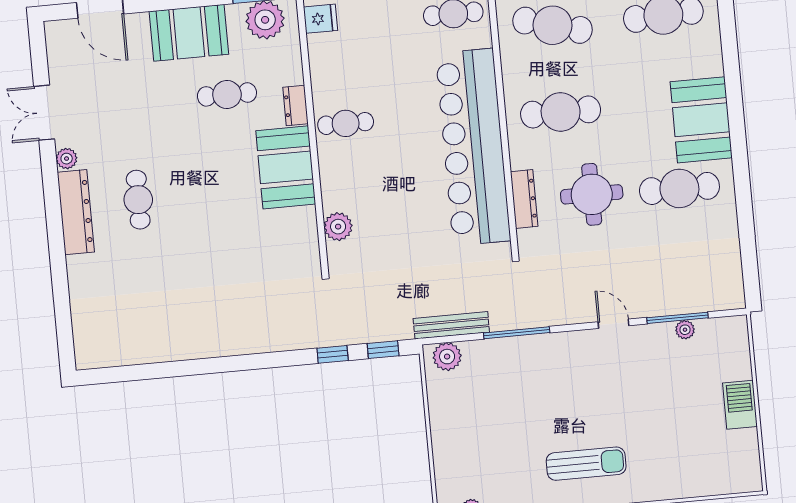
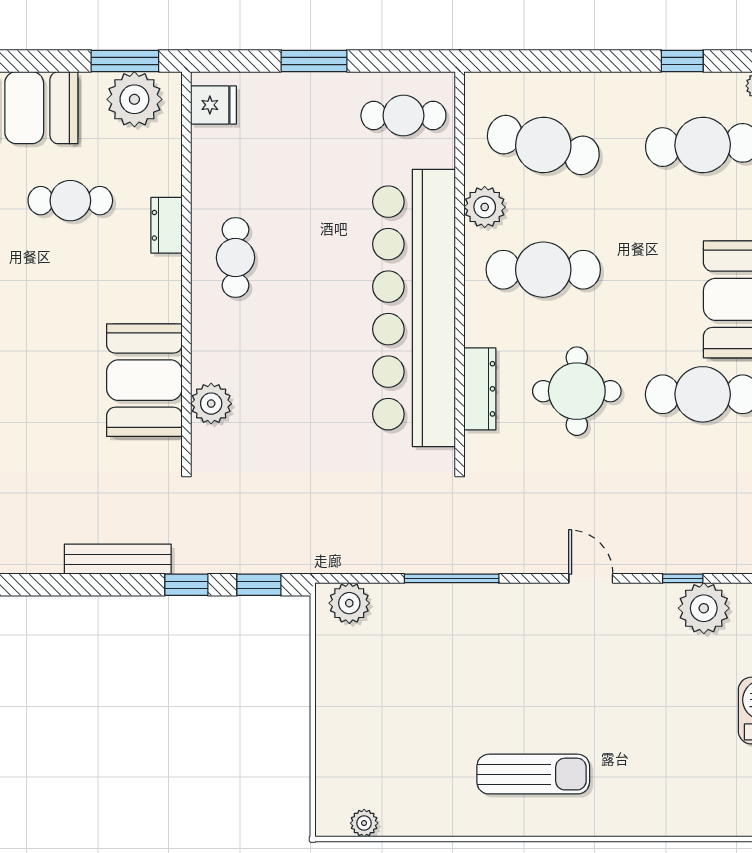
plant: (516, 72) -> (485, 207), added
cafe table: (346, 123) -> (235, 258), turned 90
booth: (286, 167) -> (144, 380), moved
window: (678, 318) -> (683, 578), width x0.46
bench: (451, 325) -> (118, 559), moved
plant: (685, 330) -> (704, 608), width x1.88, depth x1.88

